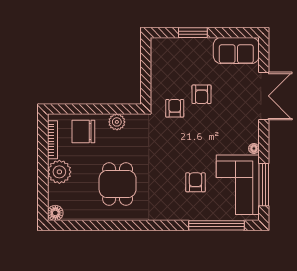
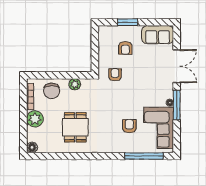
armchair: (202, 94) -> (125, 48), moved
chair: (83, 131) -> (52, 91), turned -90
window: (264, 185) -> (177, 105), moved

